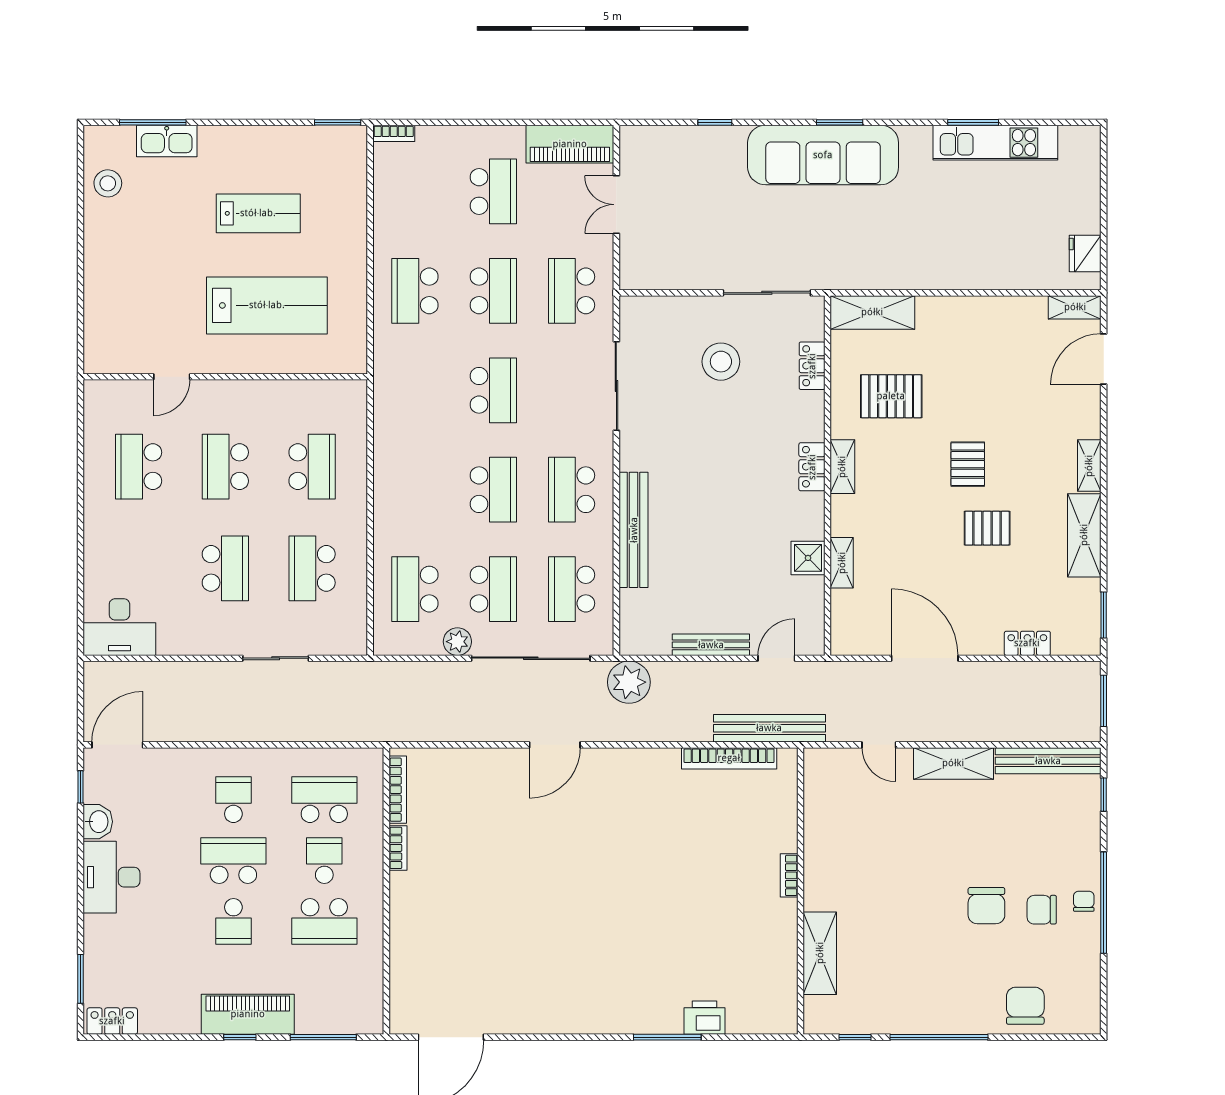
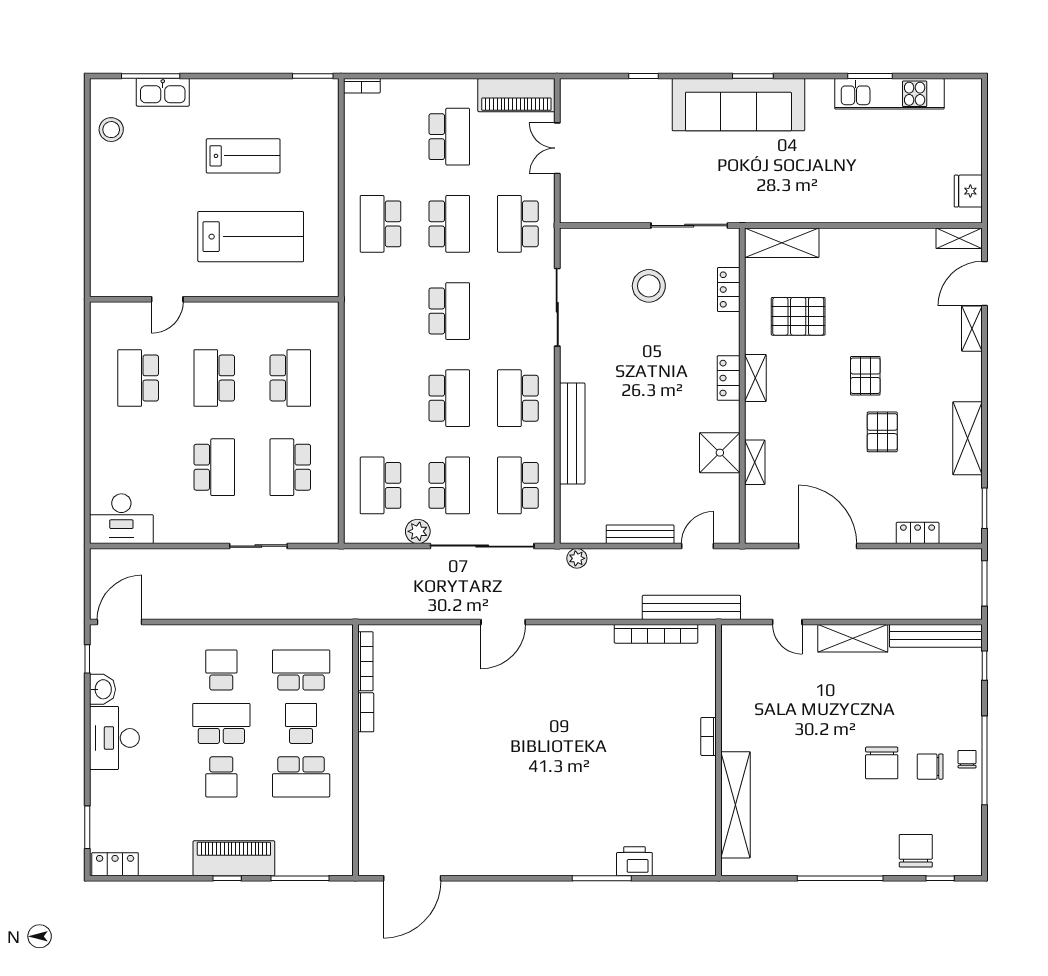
shelving: (1089, 466) -> (972, 329), moved
pallet: (987, 528) -> (882, 432), turned 90
shower: (808, 558) -> (720, 453), width x1.36, depth x1.36
plant: (629, 682) -> (577, 558), width x0.53, depth x0.53
shelving: (820, 953) -> (736, 805), width x1.47
window: (855, 1037) -> (940, 878), moved

